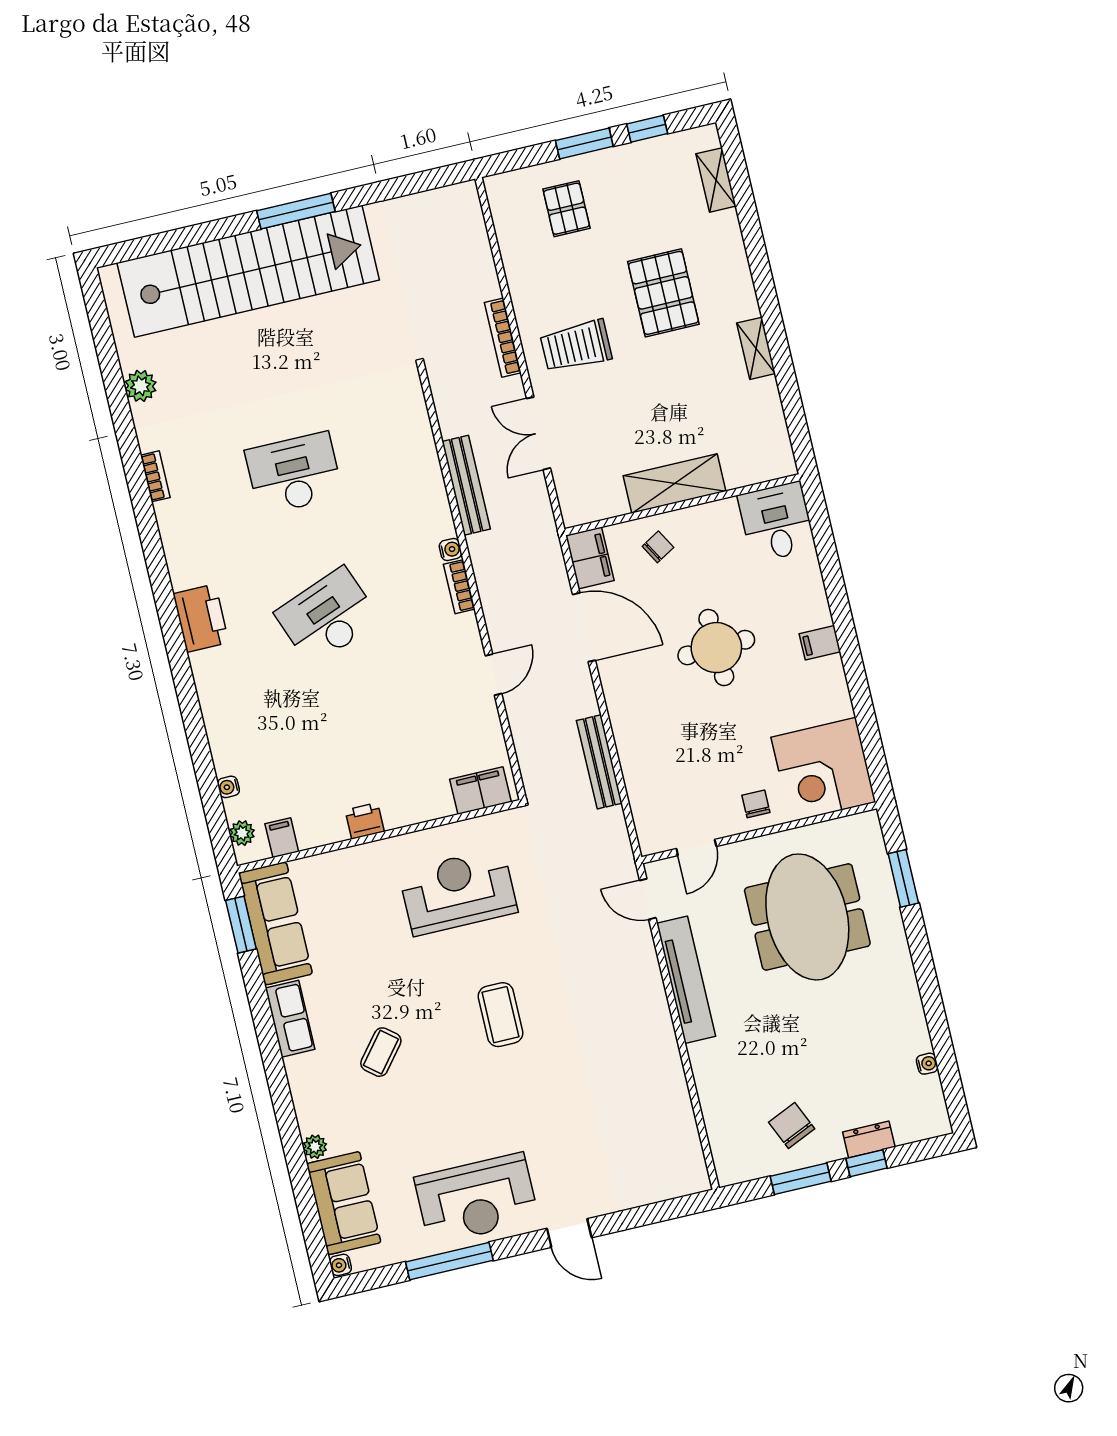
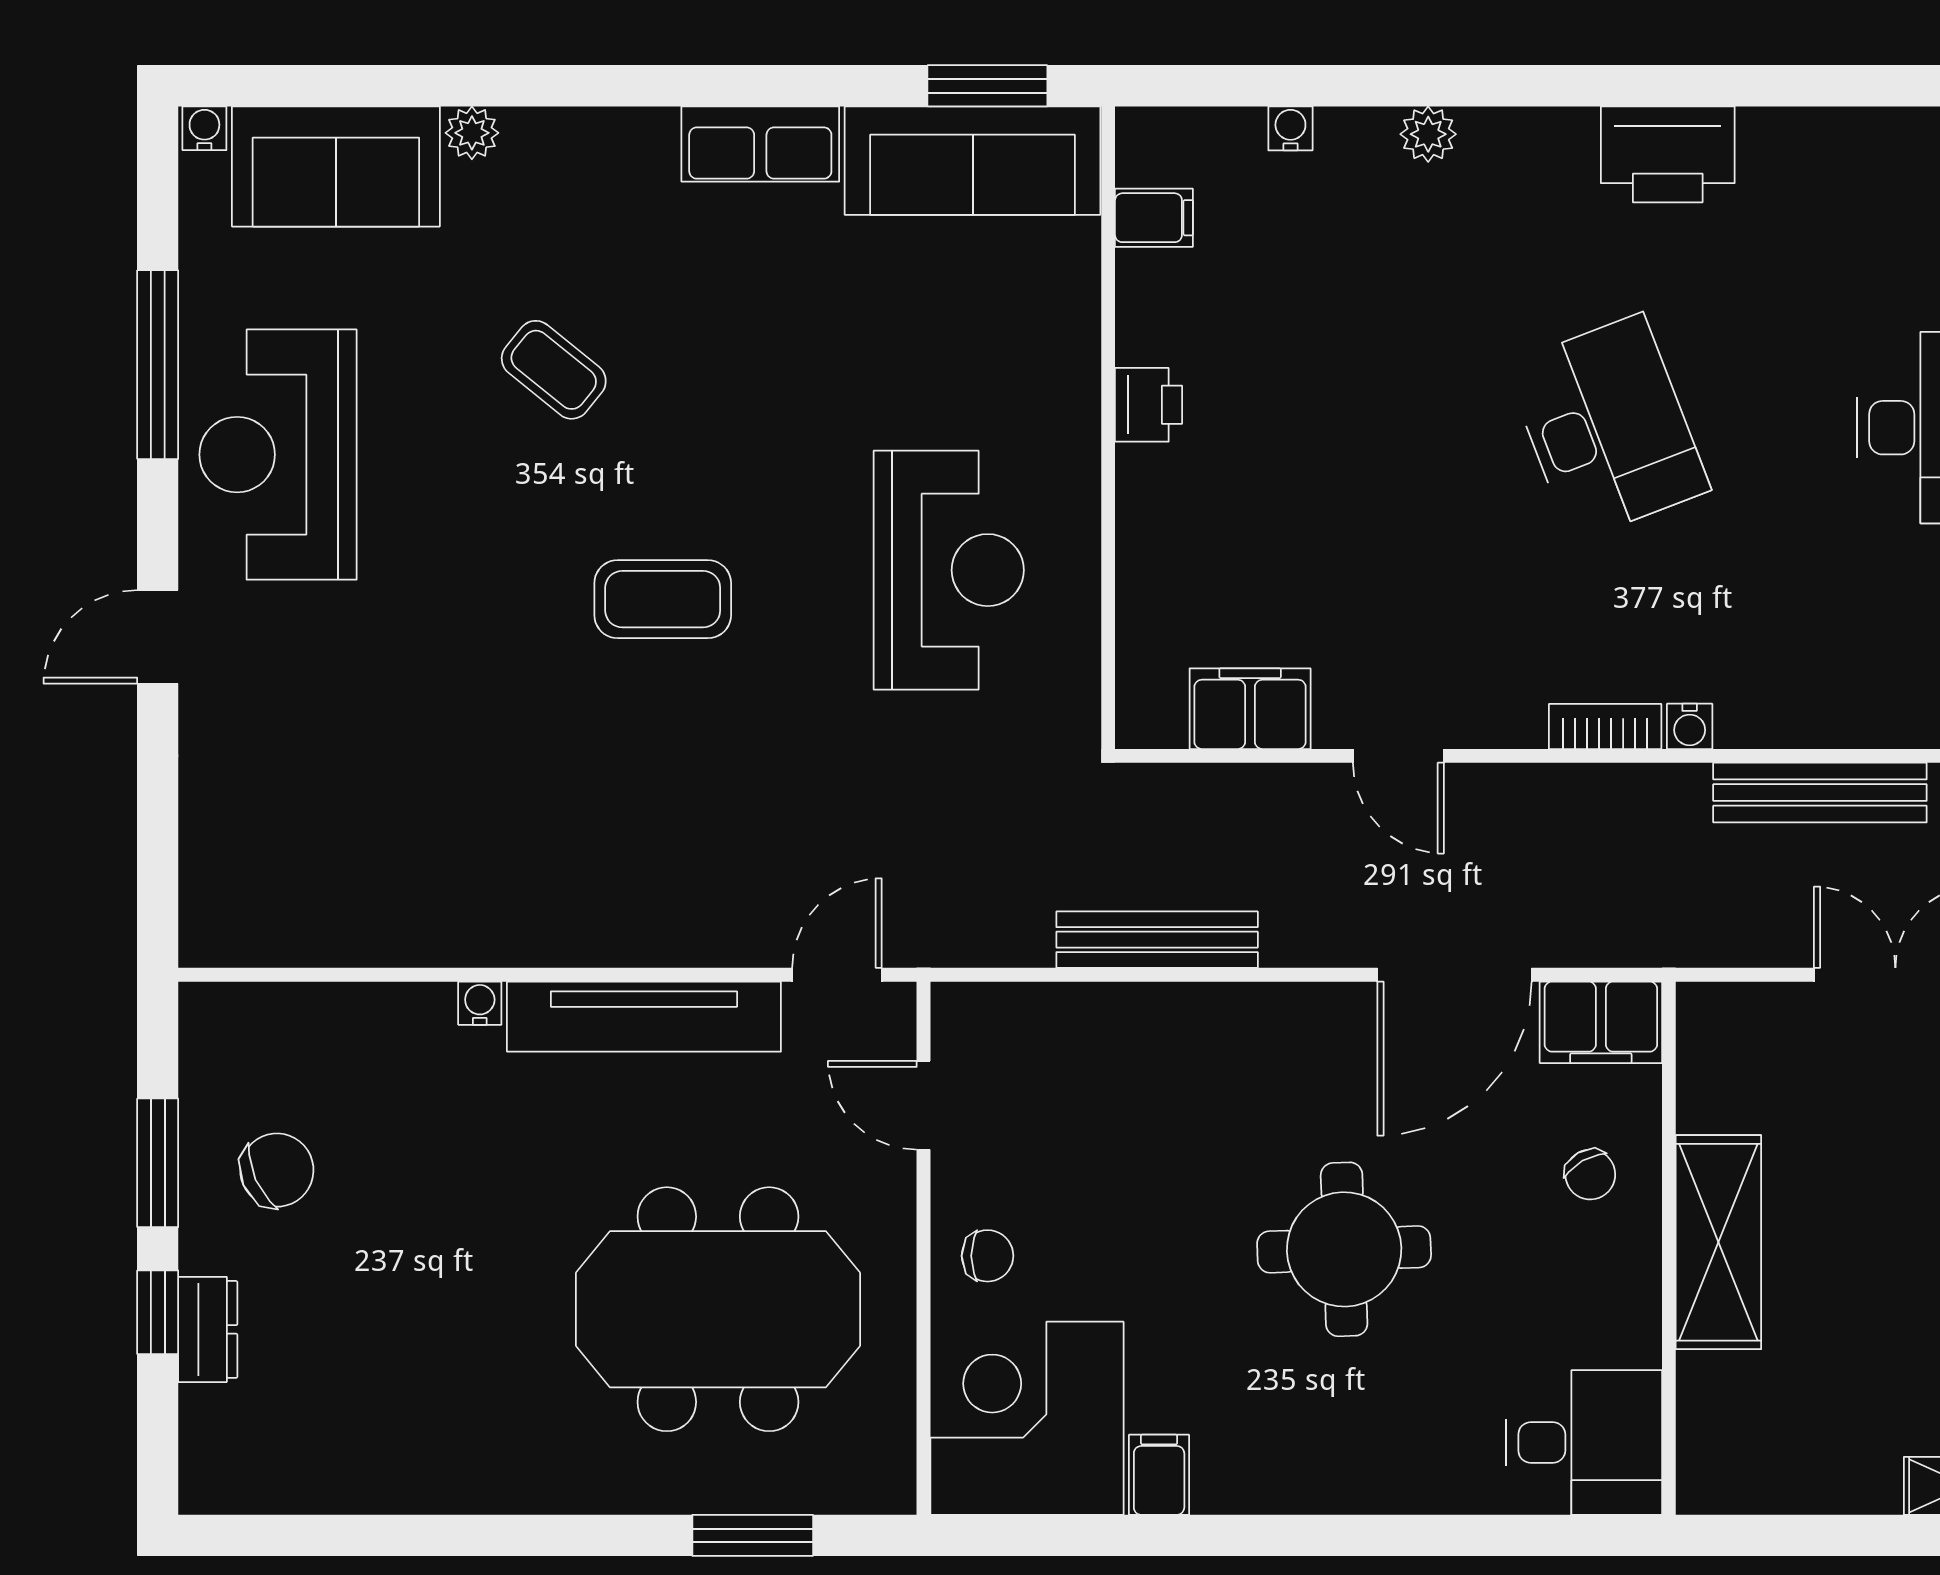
filing cabinet: (820, 643) -> (1159, 1475), moved
filing cabinet: (480, 791) -> (1250, 709), moved, turned -90
plant: (242, 833) -> (1428, 134), moved
coffee table: (381, 1052) -> (554, 370), moved
water cooler: (927, 1064) -> (480, 1003), moved, turned 180

